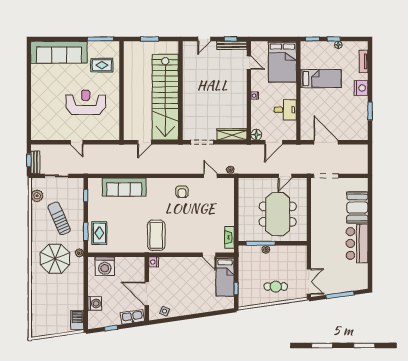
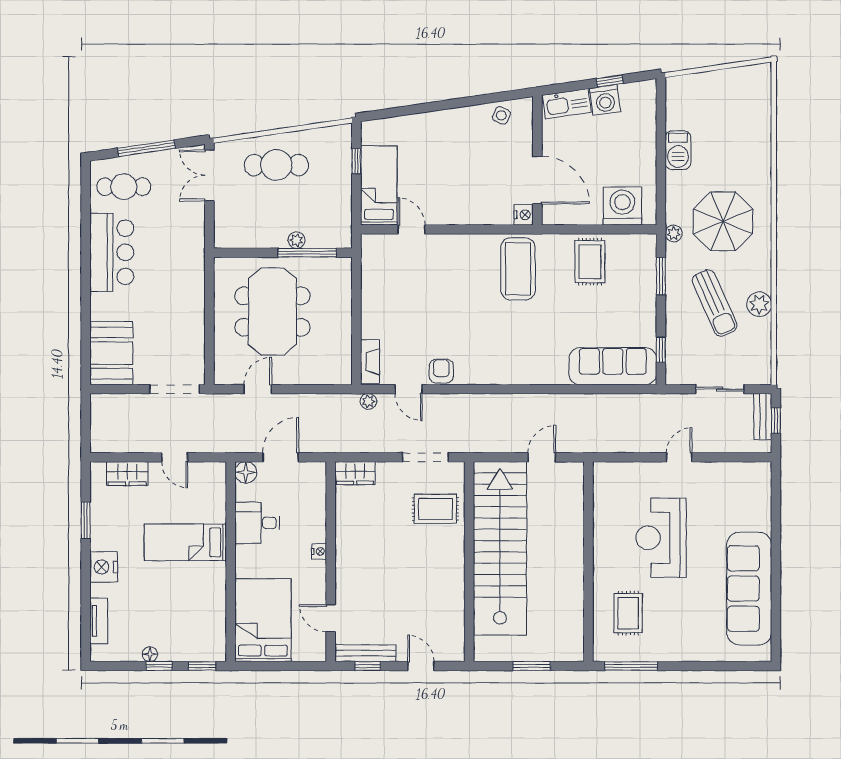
door: (204, 39) -> (421, 666), hinge flipped
sofa: (59, 52) -> (749, 589), moved, turned -90
rug: (102, 65) -> (628, 613), turned 90
bed: (321, 79) -> (185, 542), moved
reception desk: (86, 102) -> (661, 538), turned 90
rug: (197, 117) -> (435, 509), added
wardrobe: (232, 134) -> (355, 473), width x0.67
wardrobe: (349, 134) -> (127, 474), added
floor lamp: (256, 135) -> (246, 472), moved
door: (77, 142) -> (679, 457), hinge flipped
door: (326, 142) -> (175, 457), width x0.53
sofa: (124, 187) -> (613, 366), moved
armchair: (182, 192) -> (441, 371), moved
plant: (37, 196) -> (759, 304), moved
booth: (357, 208) -> (111, 353), moved
rug: (99, 233) -> (590, 262), moved
fireplace: (229, 237) -> (370, 362), moved
cafe table: (351, 276) -> (124, 187), added
cafe table: (276, 287) -> (276, 165), width x1.37, depth x1.35
door: (147, 294) -> (537, 180), moved
washing machine: (95, 303) -> (605, 100), moved, turned -98
barbecue: (77, 320) -> (678, 150), moved

